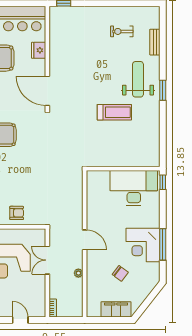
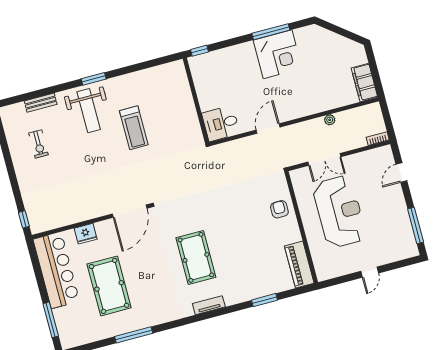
weight bench: (138, 79) -> (89, 111), turned -90
treadmill: (114, 112) -> (134, 128), turned 180
desk: (134, 188) -> (221, 123), moved, width x0.53, depth x0.77
door: (85, 240) -> (268, 128), moved
chair: (120, 273) -> (317, 72), removed
filing cabinet: (116, 309) -> (364, 82), moved

